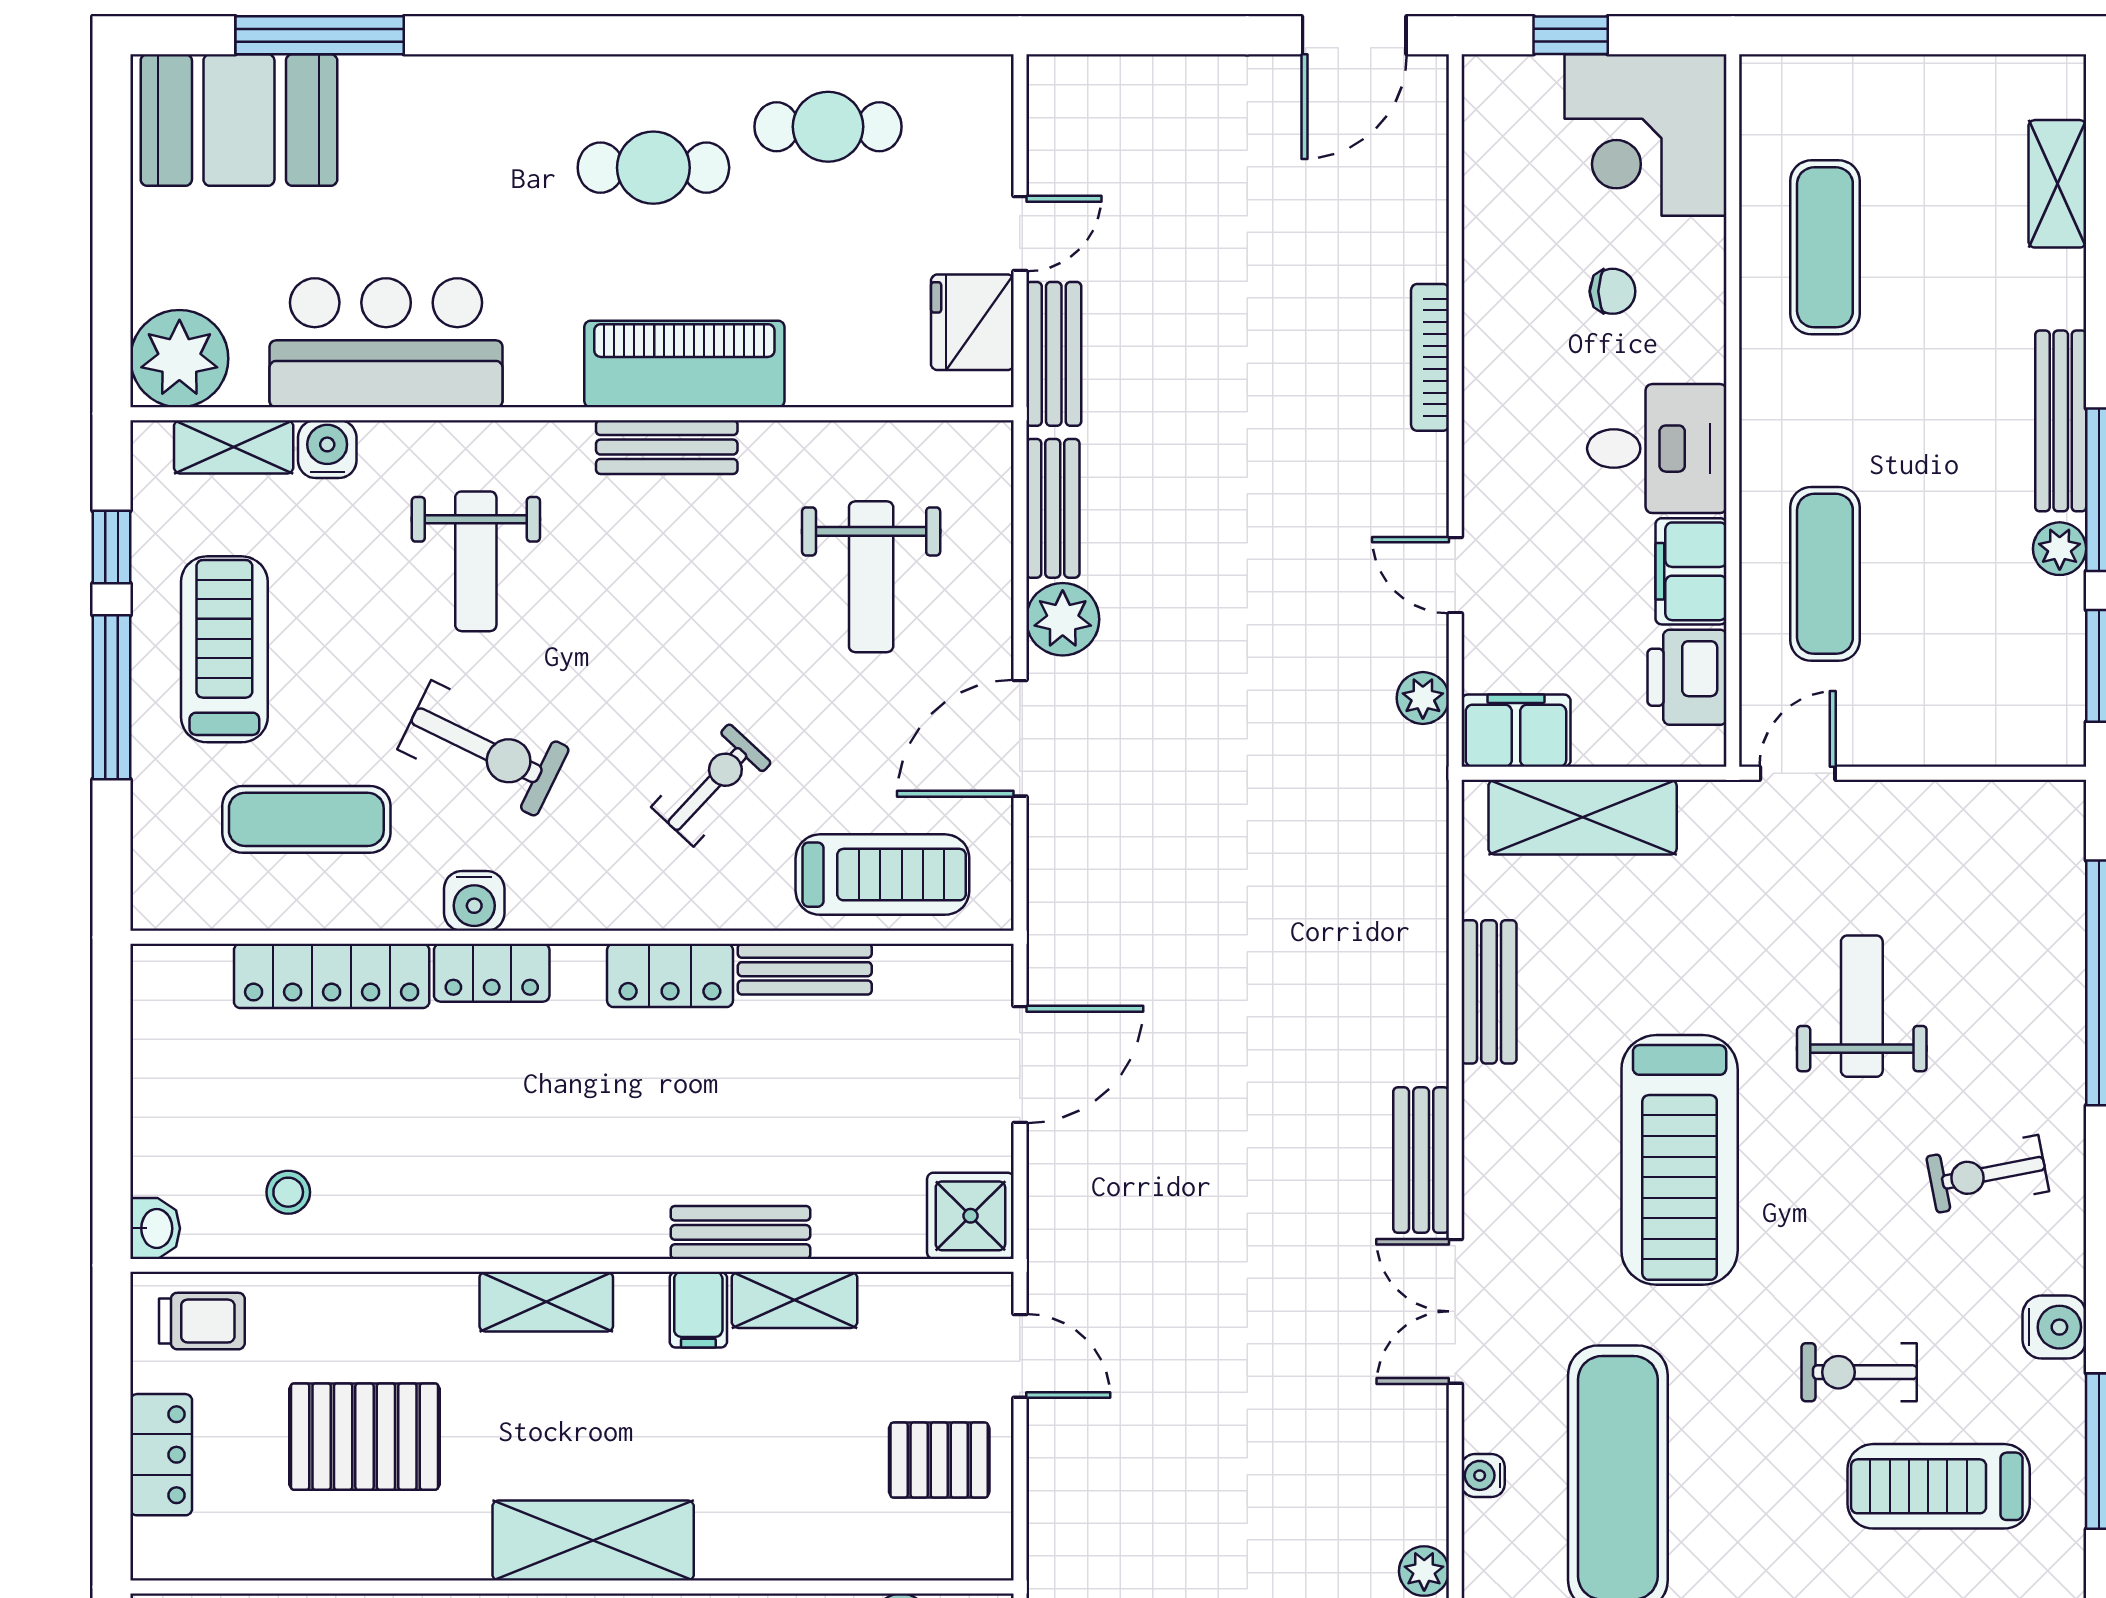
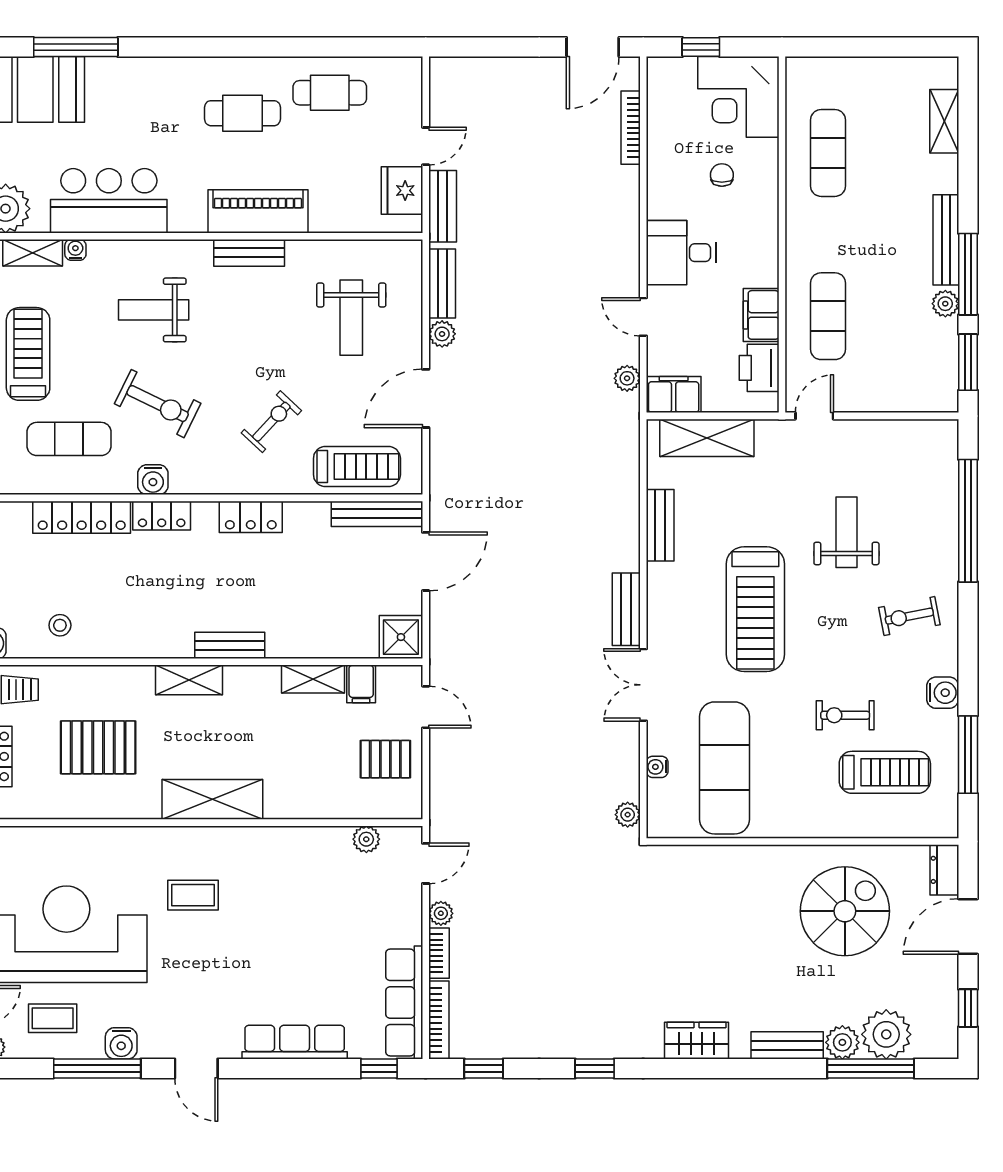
chair: (1613, 291) -> (722, 175), turned -90
bookcase: (1430, 357) -> (631, 128), moved
water cooler: (327, 449) -> (75, 250), width x0.72, depth x0.72
desk: (1657, 449) -> (681, 253), moved, turned 180
weight bench: (476, 561) -> (154, 310), turned 90
plant: (1063, 619) -> (442, 334), width x0.73, depth x0.73
bench: (805, 969) -> (377, 514), moved, width x1.36
bench: (740, 1232) -> (230, 645), moved
filing cabinet: (698, 1310) -> (361, 684), moved
treadmill: (1939, 1486) -> (885, 772), turned 180

